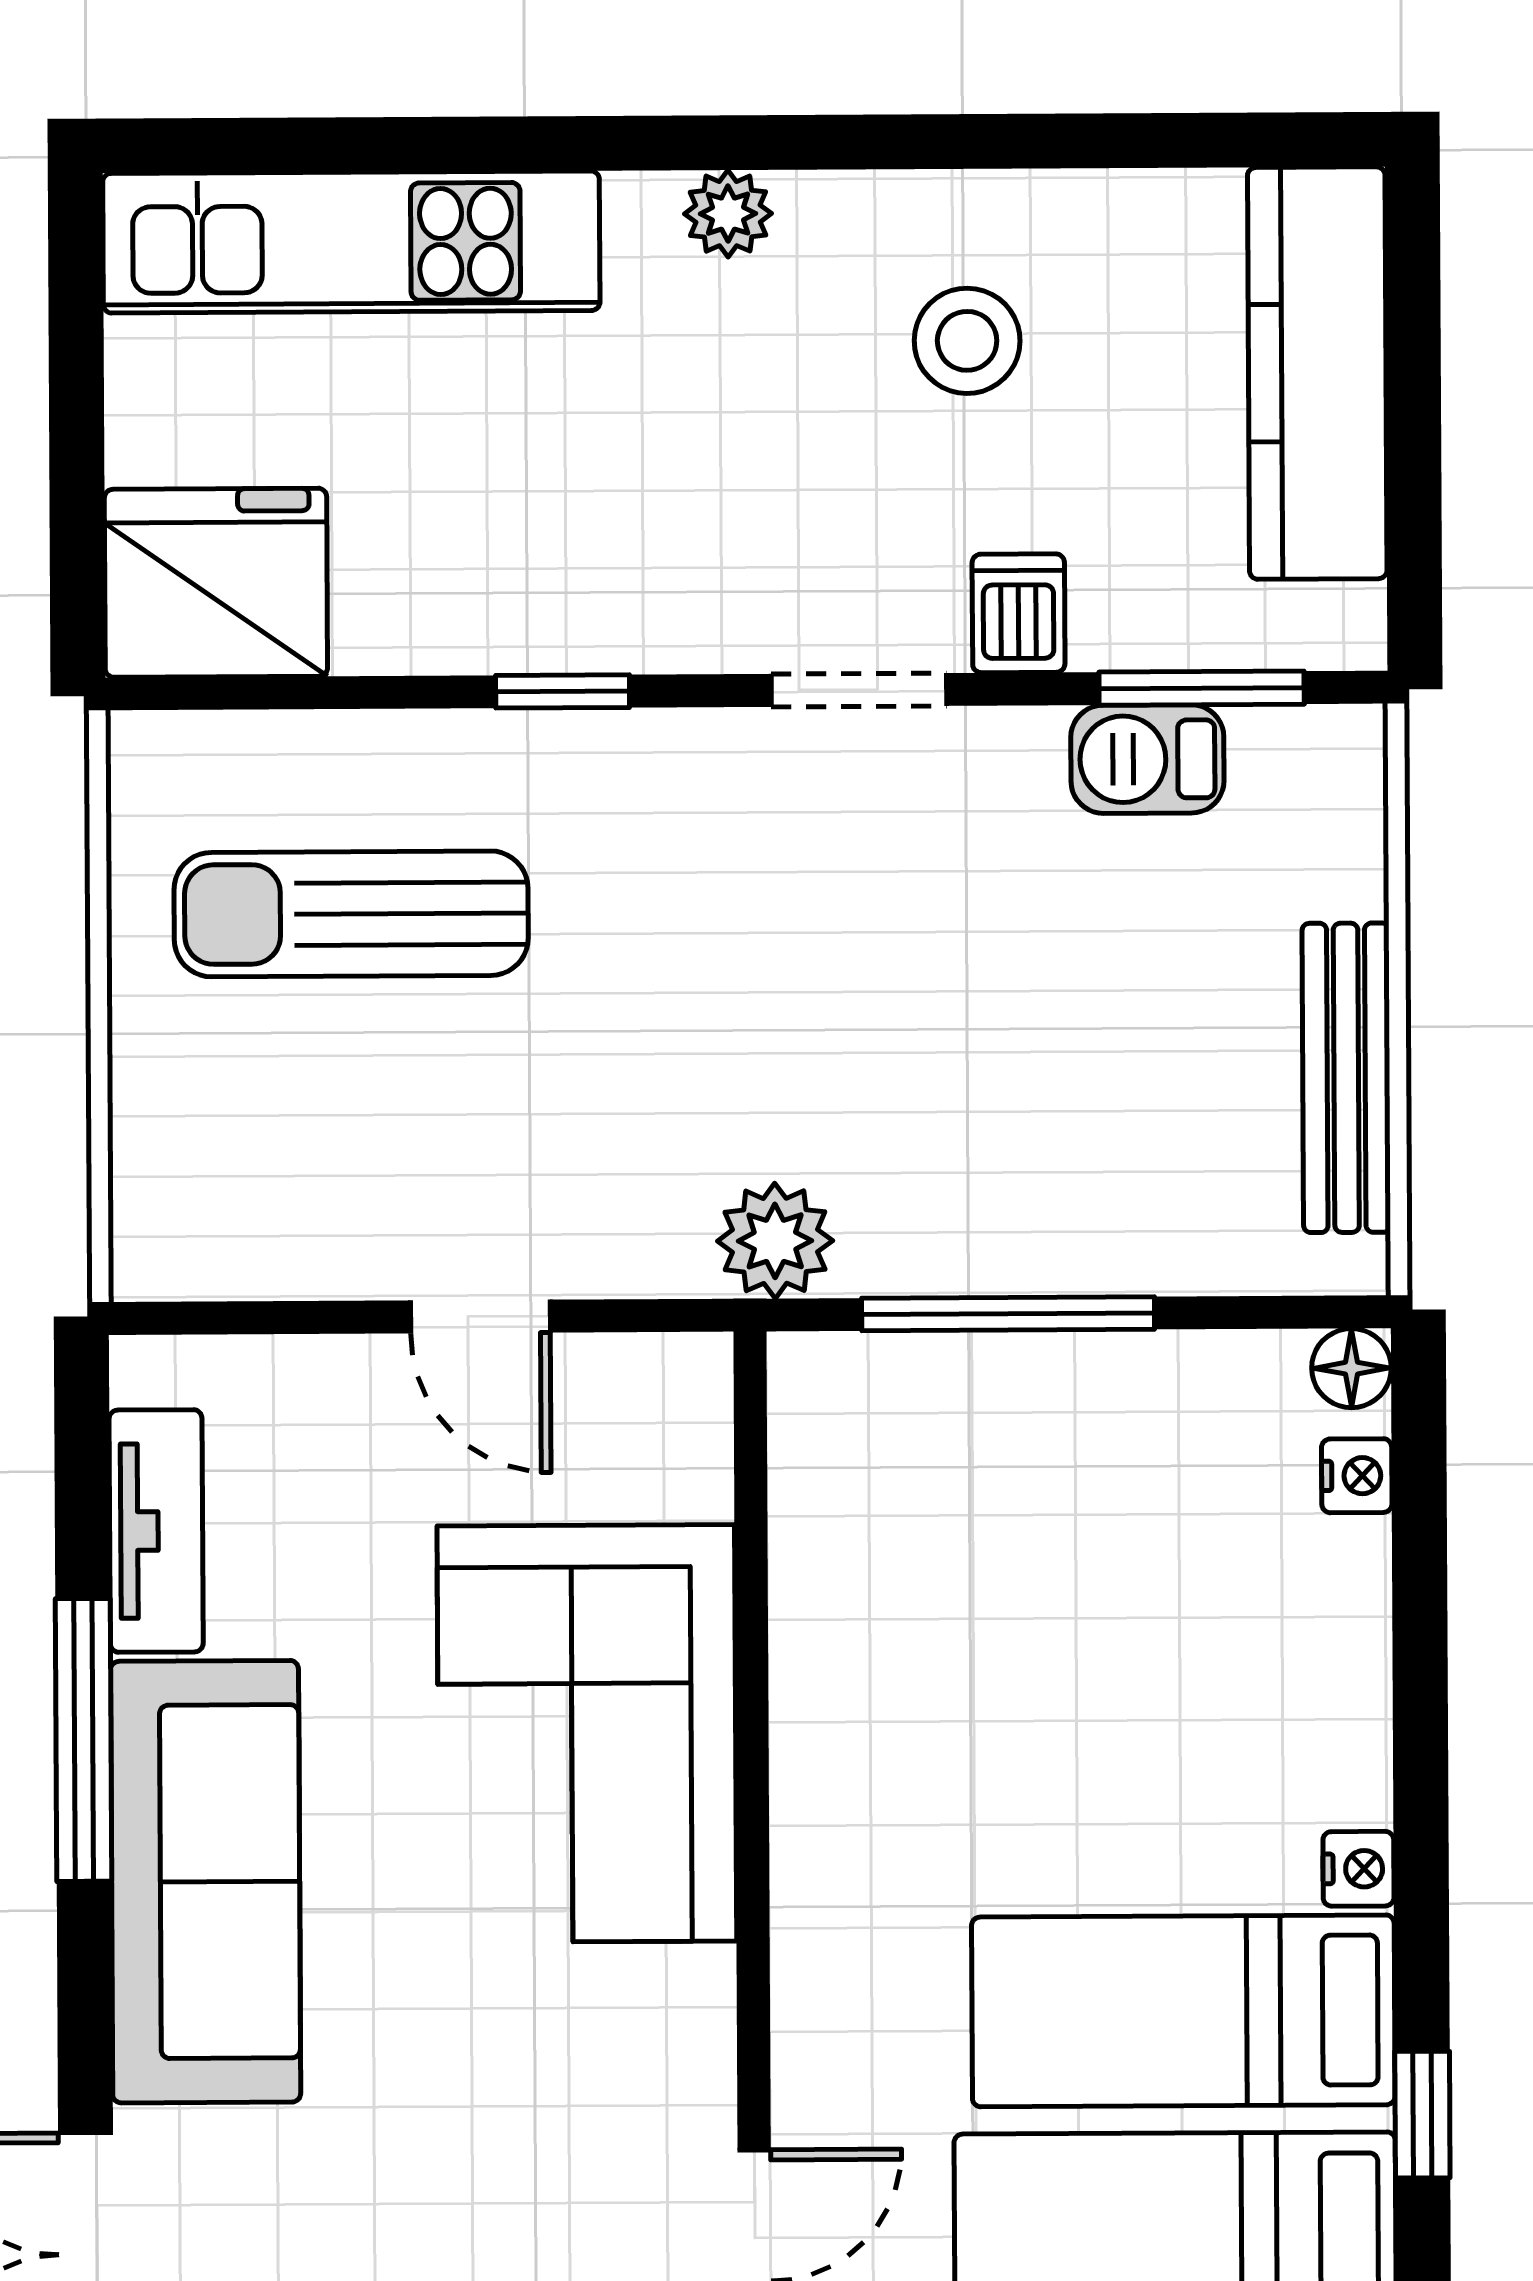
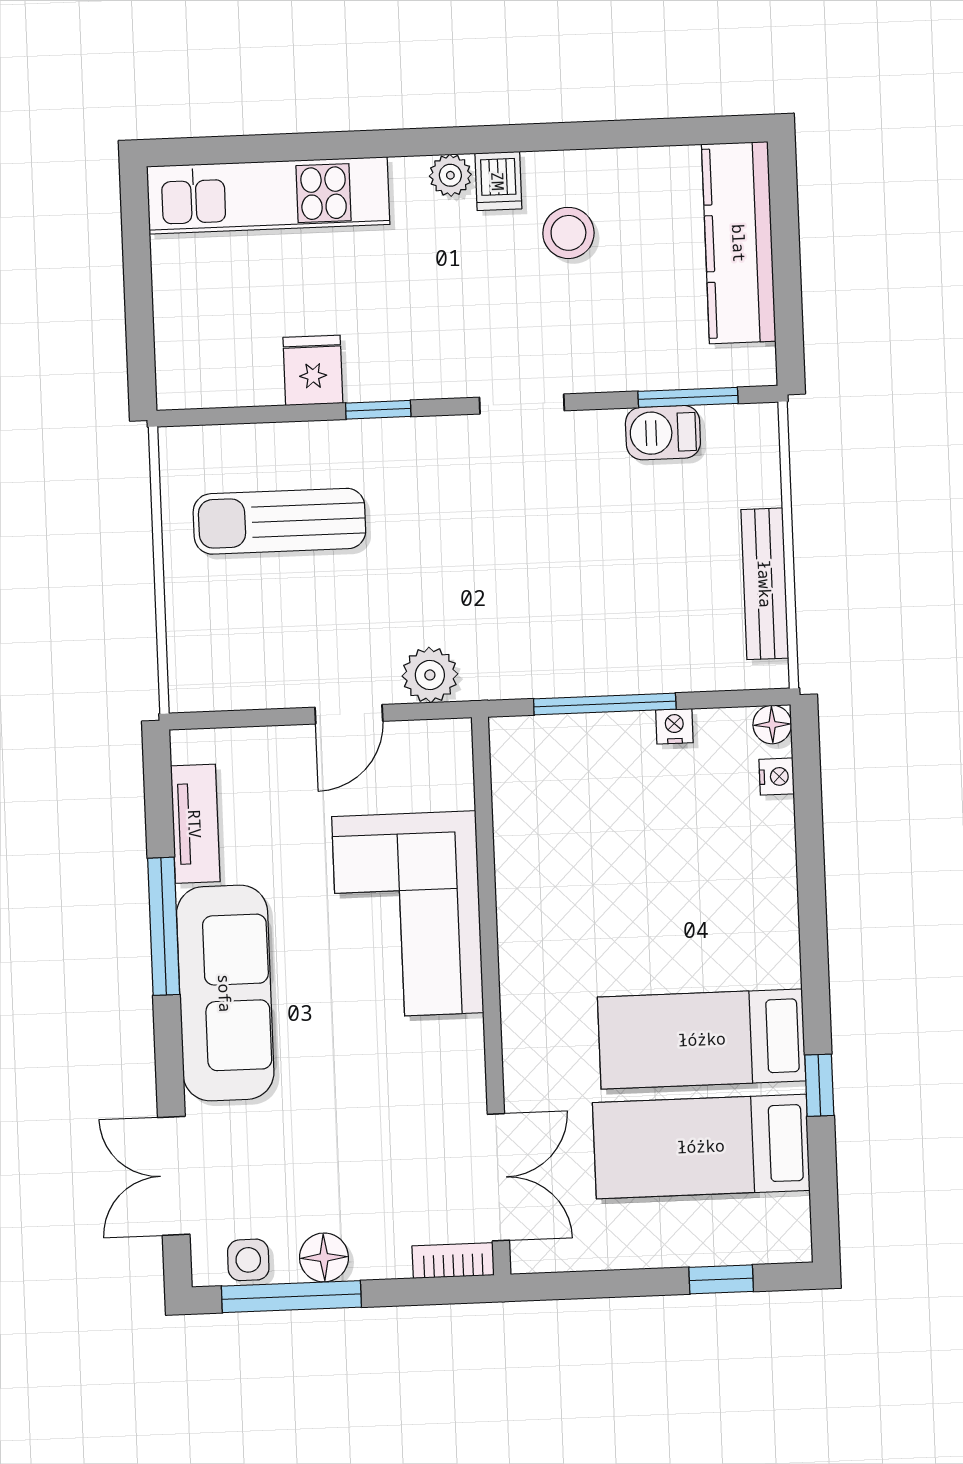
fridge: (216, 583) -> (313, 370), moved, width x0.53, depth x0.75
dishwasher: (1019, 613) -> (498, 181), moved, turned 180
plant: (775, 1241) -> (430, 675), moved
door: (480, 1317) -> (349, 714), hinge flipped
nightstand: (1358, 1869) -> (674, 726), moved, turned -90

